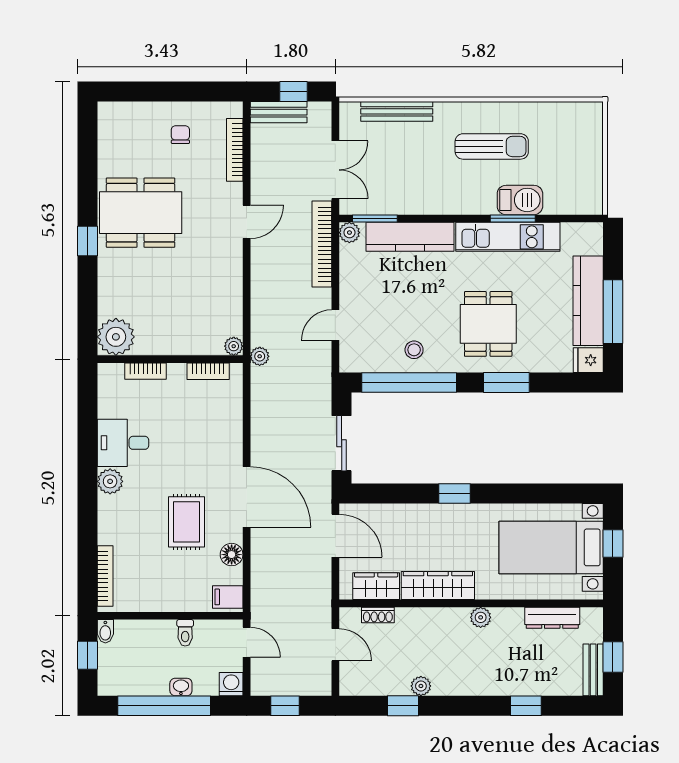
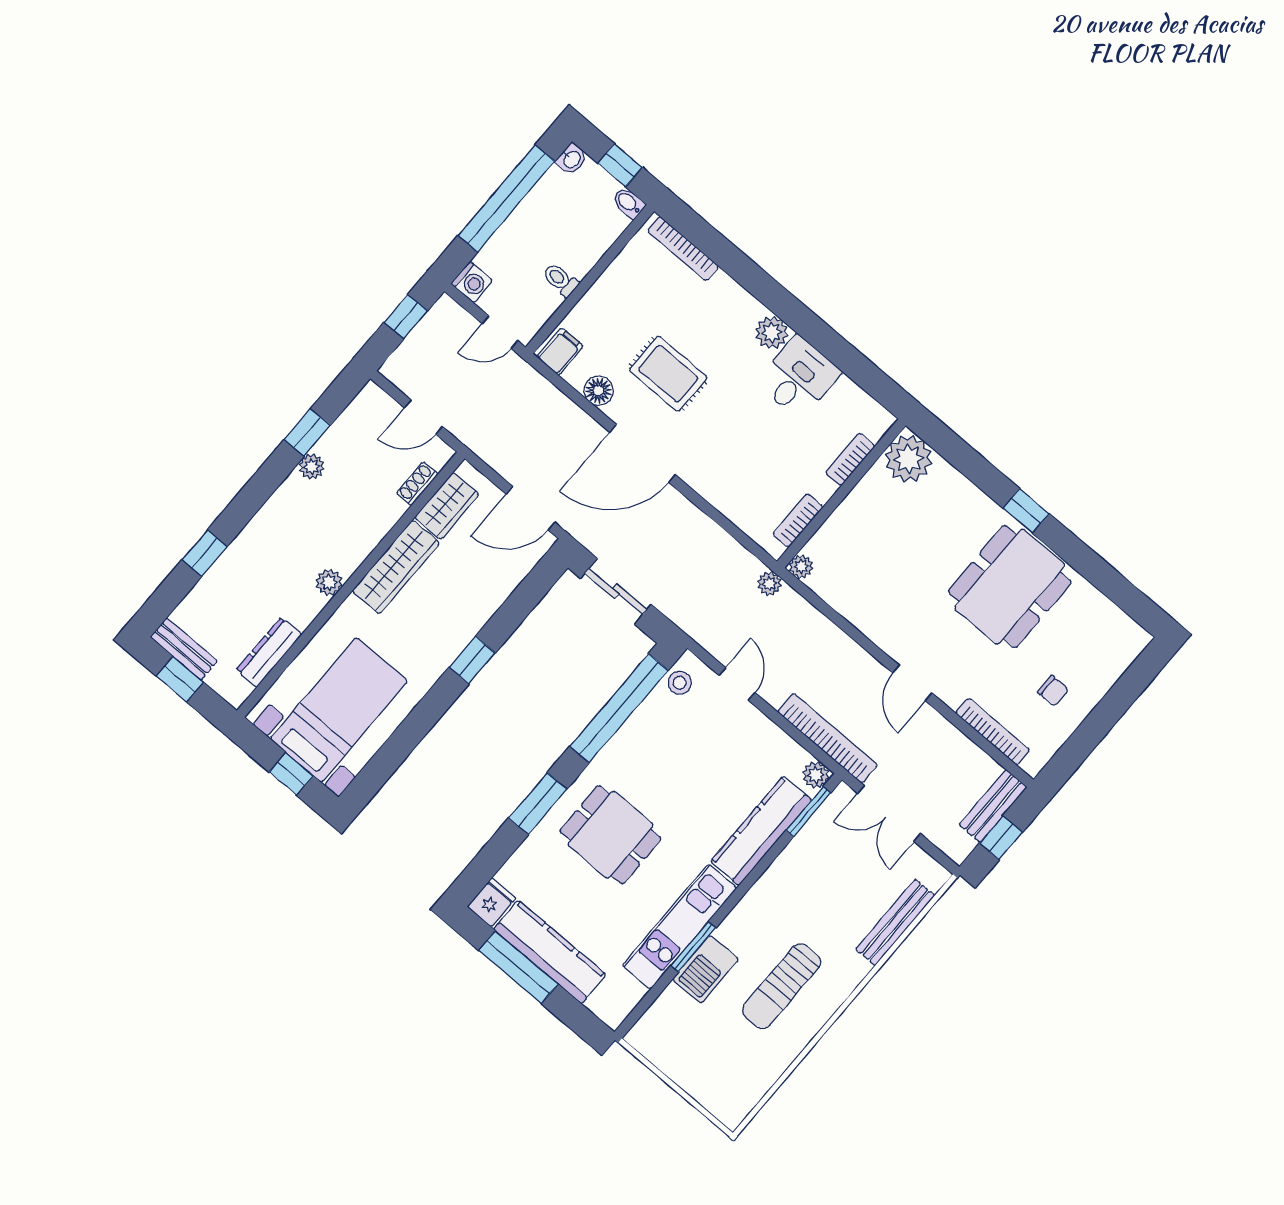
stool: (414, 350) -> (680, 683), moved
washbasin: (181, 687) -> (571, 159), moved

